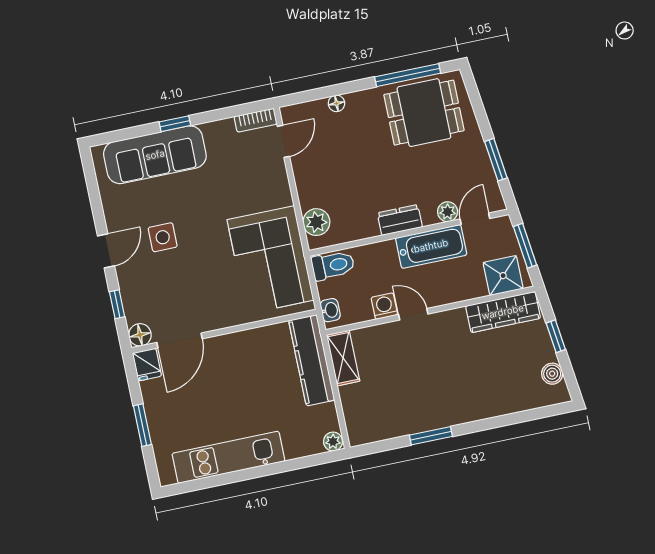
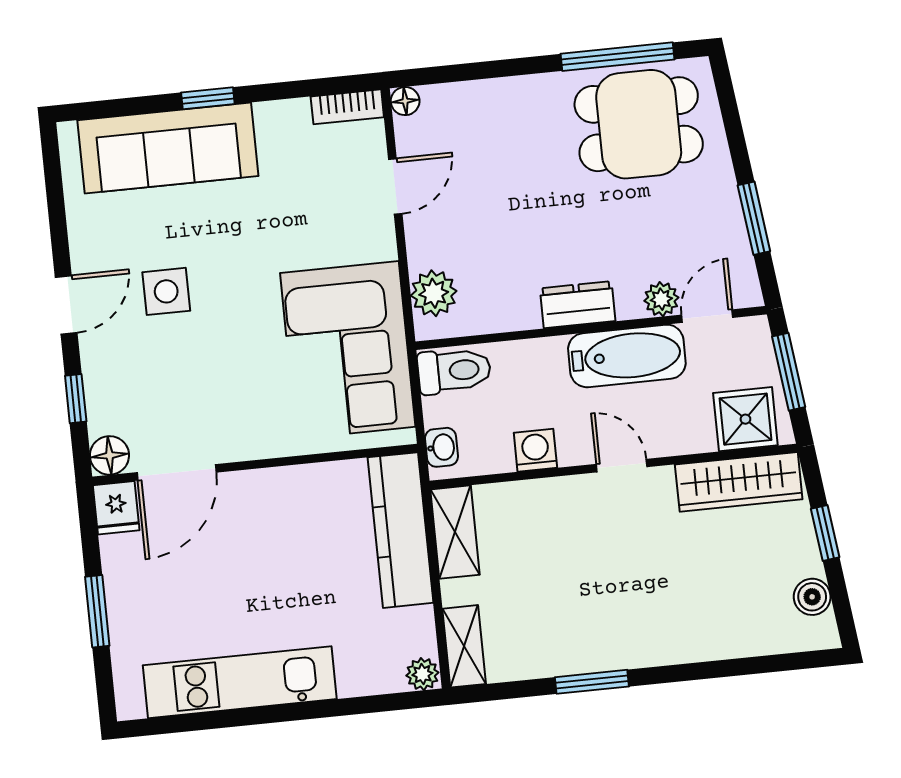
floor lamp: (336, 103) -> (405, 101), moved
door: (283, 141) -> (395, 186), moved
door: (413, 314) -> (622, 466), moved
shelving: (355, 423) -> (464, 646), added

